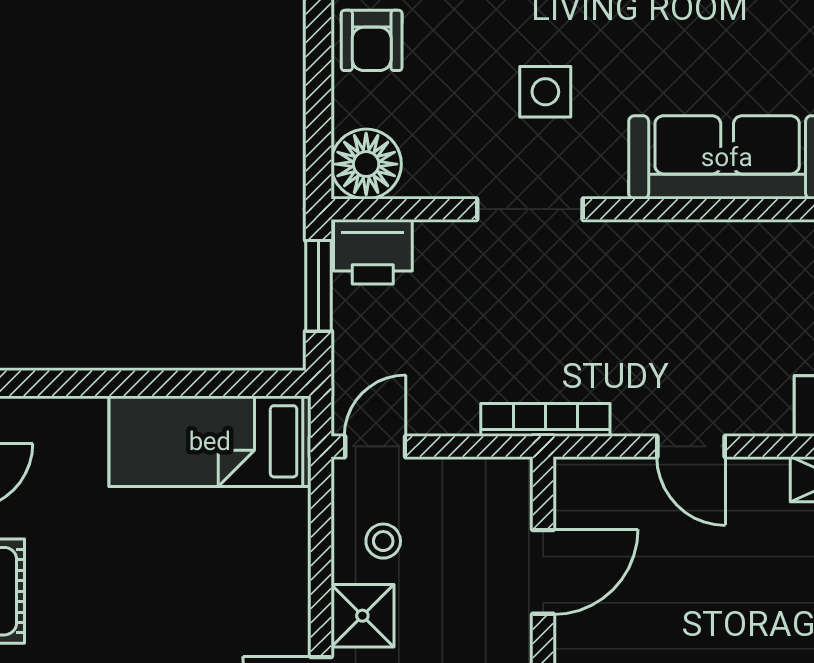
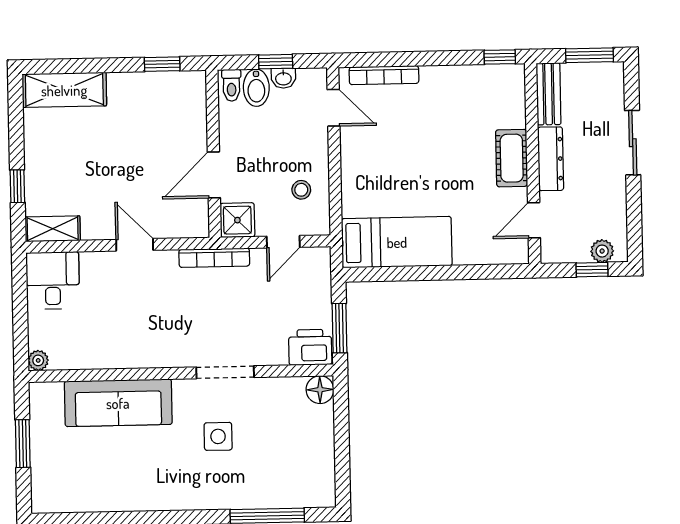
armchair: (372, 40) -> (313, 462), removed
floor lamp: (366, 164) -> (320, 390), width x0.73, depth x0.73
door: (375, 446) -> (283, 242), moved
shower: (362, 616) -> (237, 220), moved

